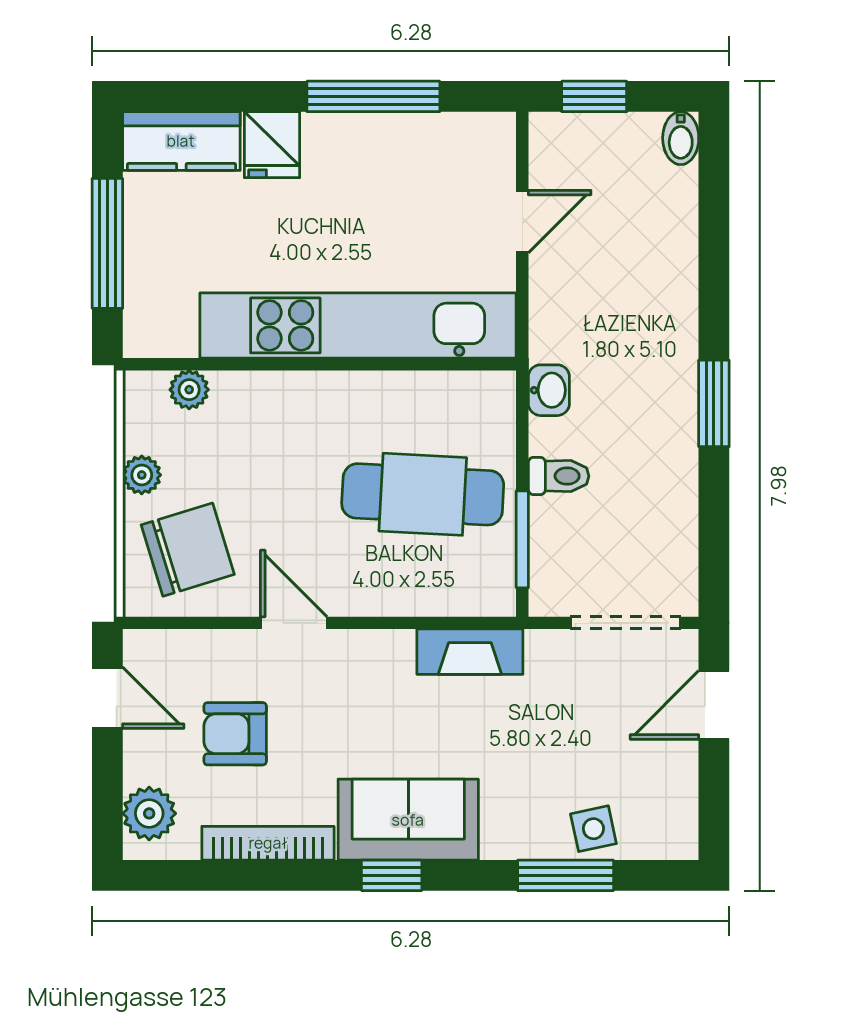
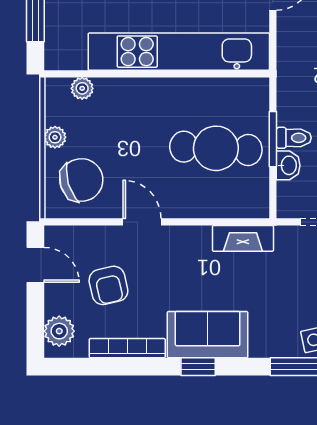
washbasin: (549, 390) -> (288, 165), moved
window: (522, 539) -> (273, 139), moved
armchair: (235, 734) -> (108, 285), turned -103

